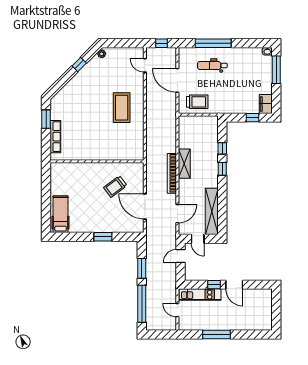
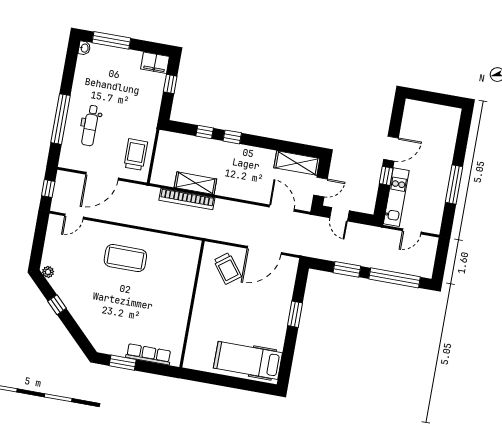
shelving: (184, 164) -> (195, 183), moved
bookcase: (172, 173) -> (187, 199), moved
trolley: (115, 187) -> (227, 268), moved
shelving: (212, 211) -> (297, 163), width x0.68
hospital bed: (61, 214) -> (248, 360), width x1.37, depth x1.29

